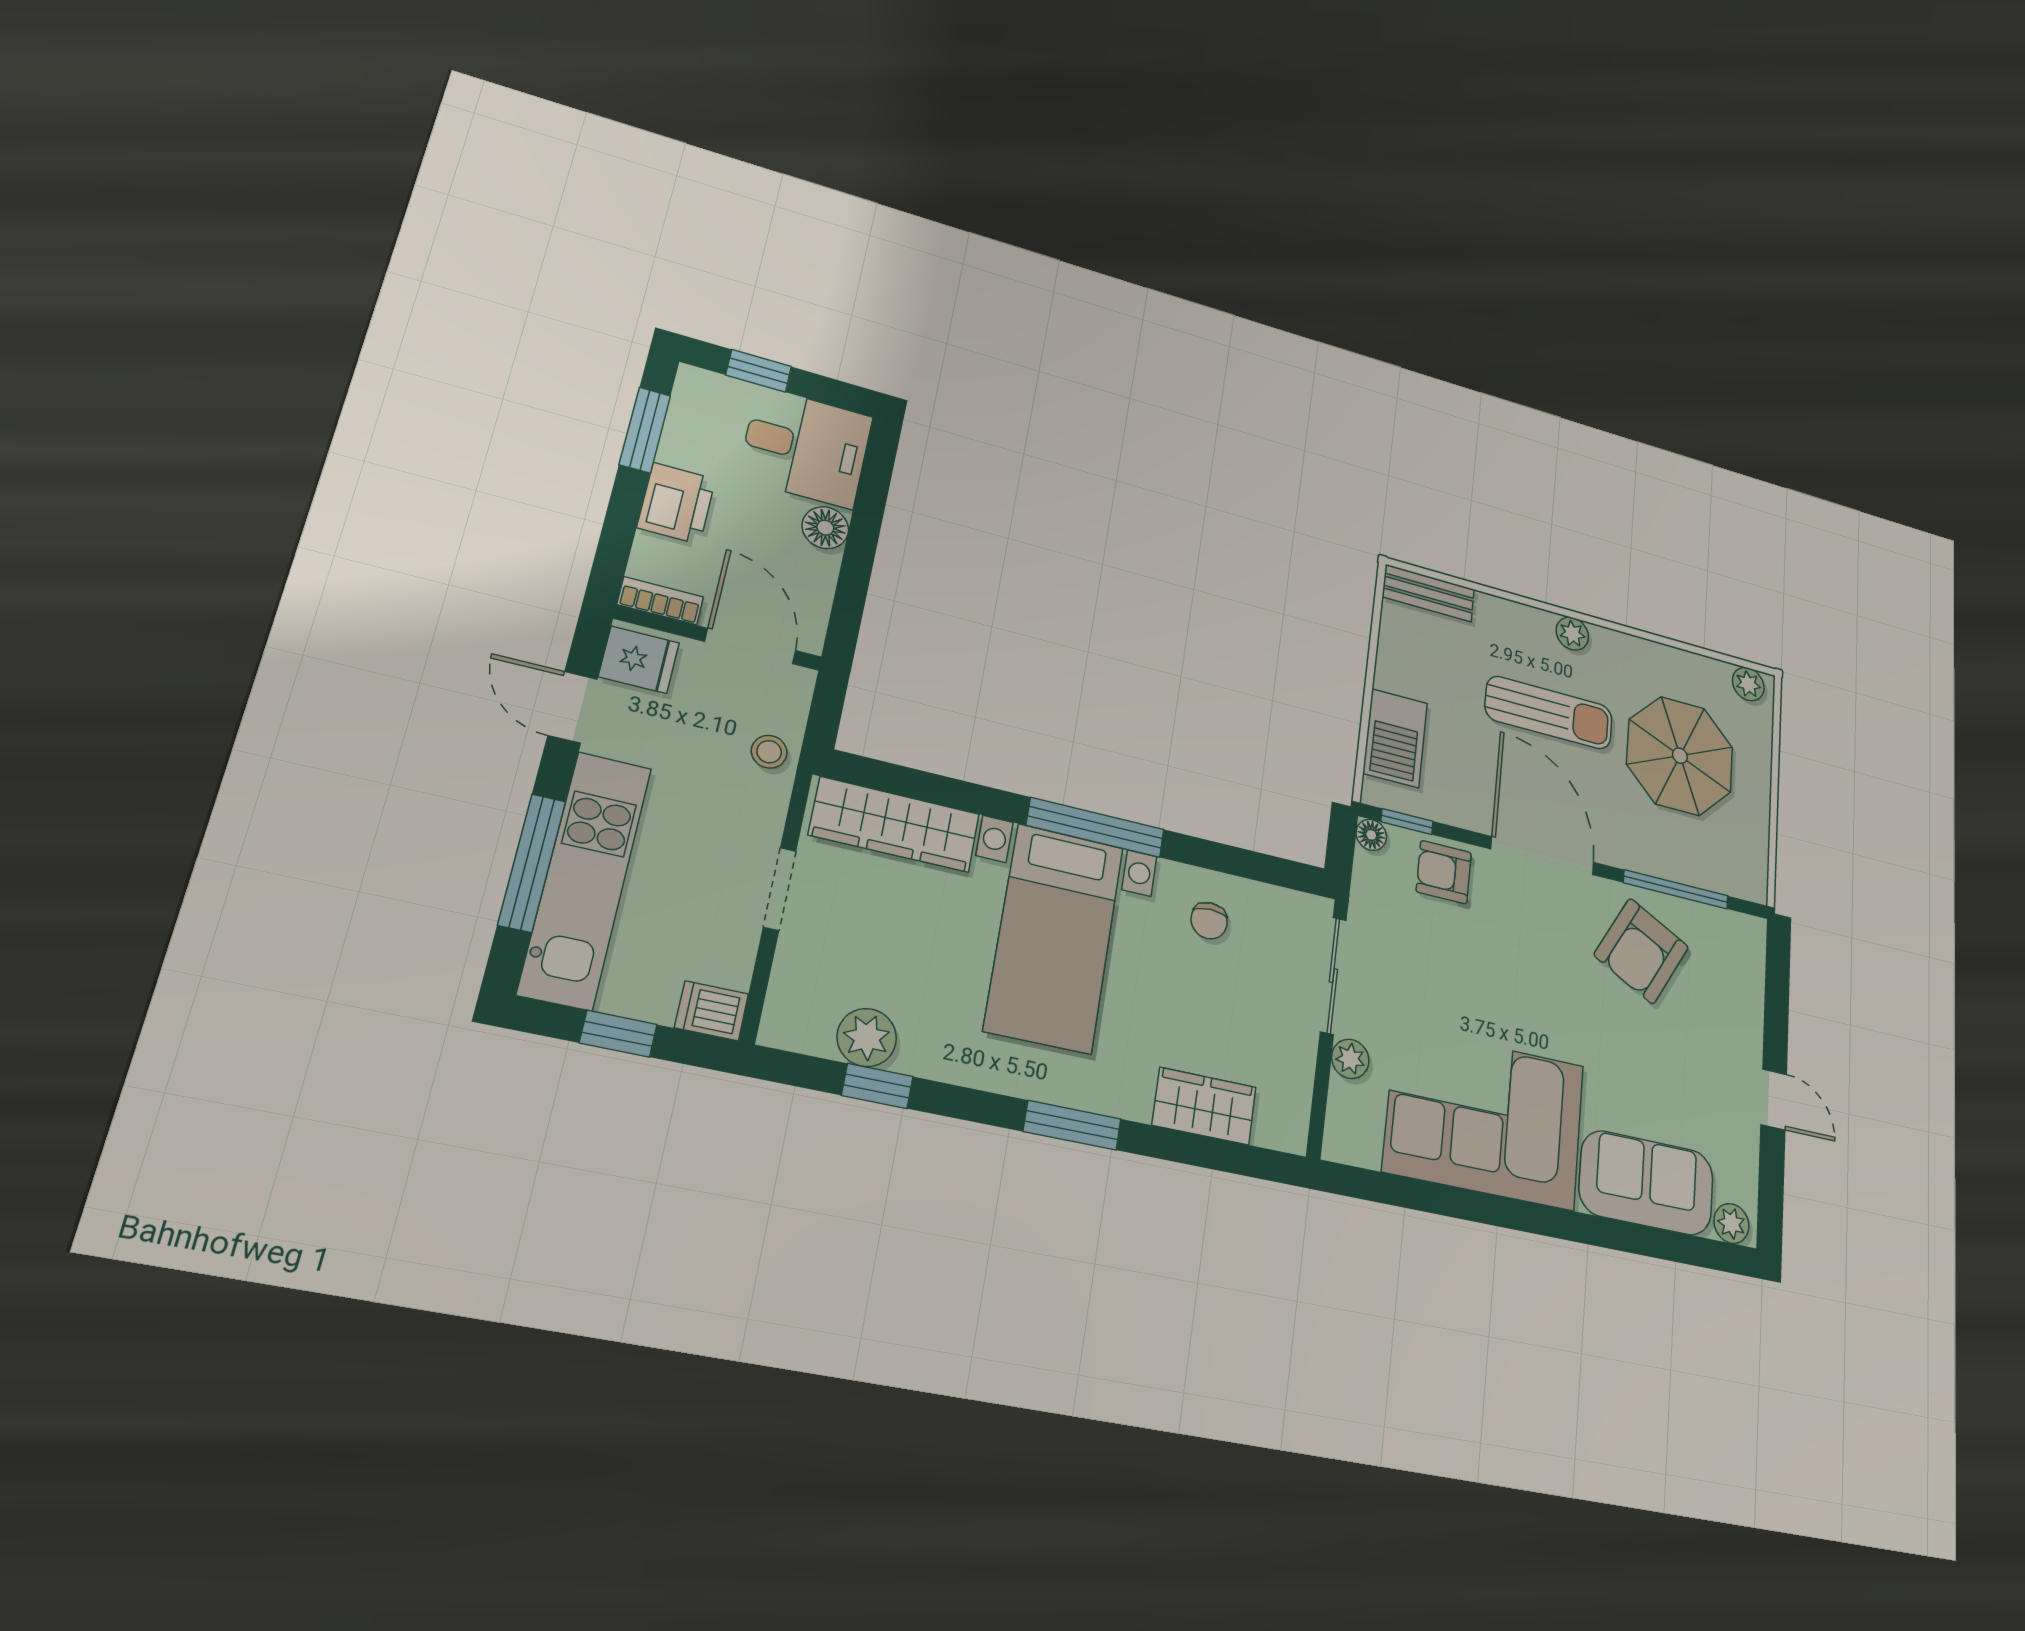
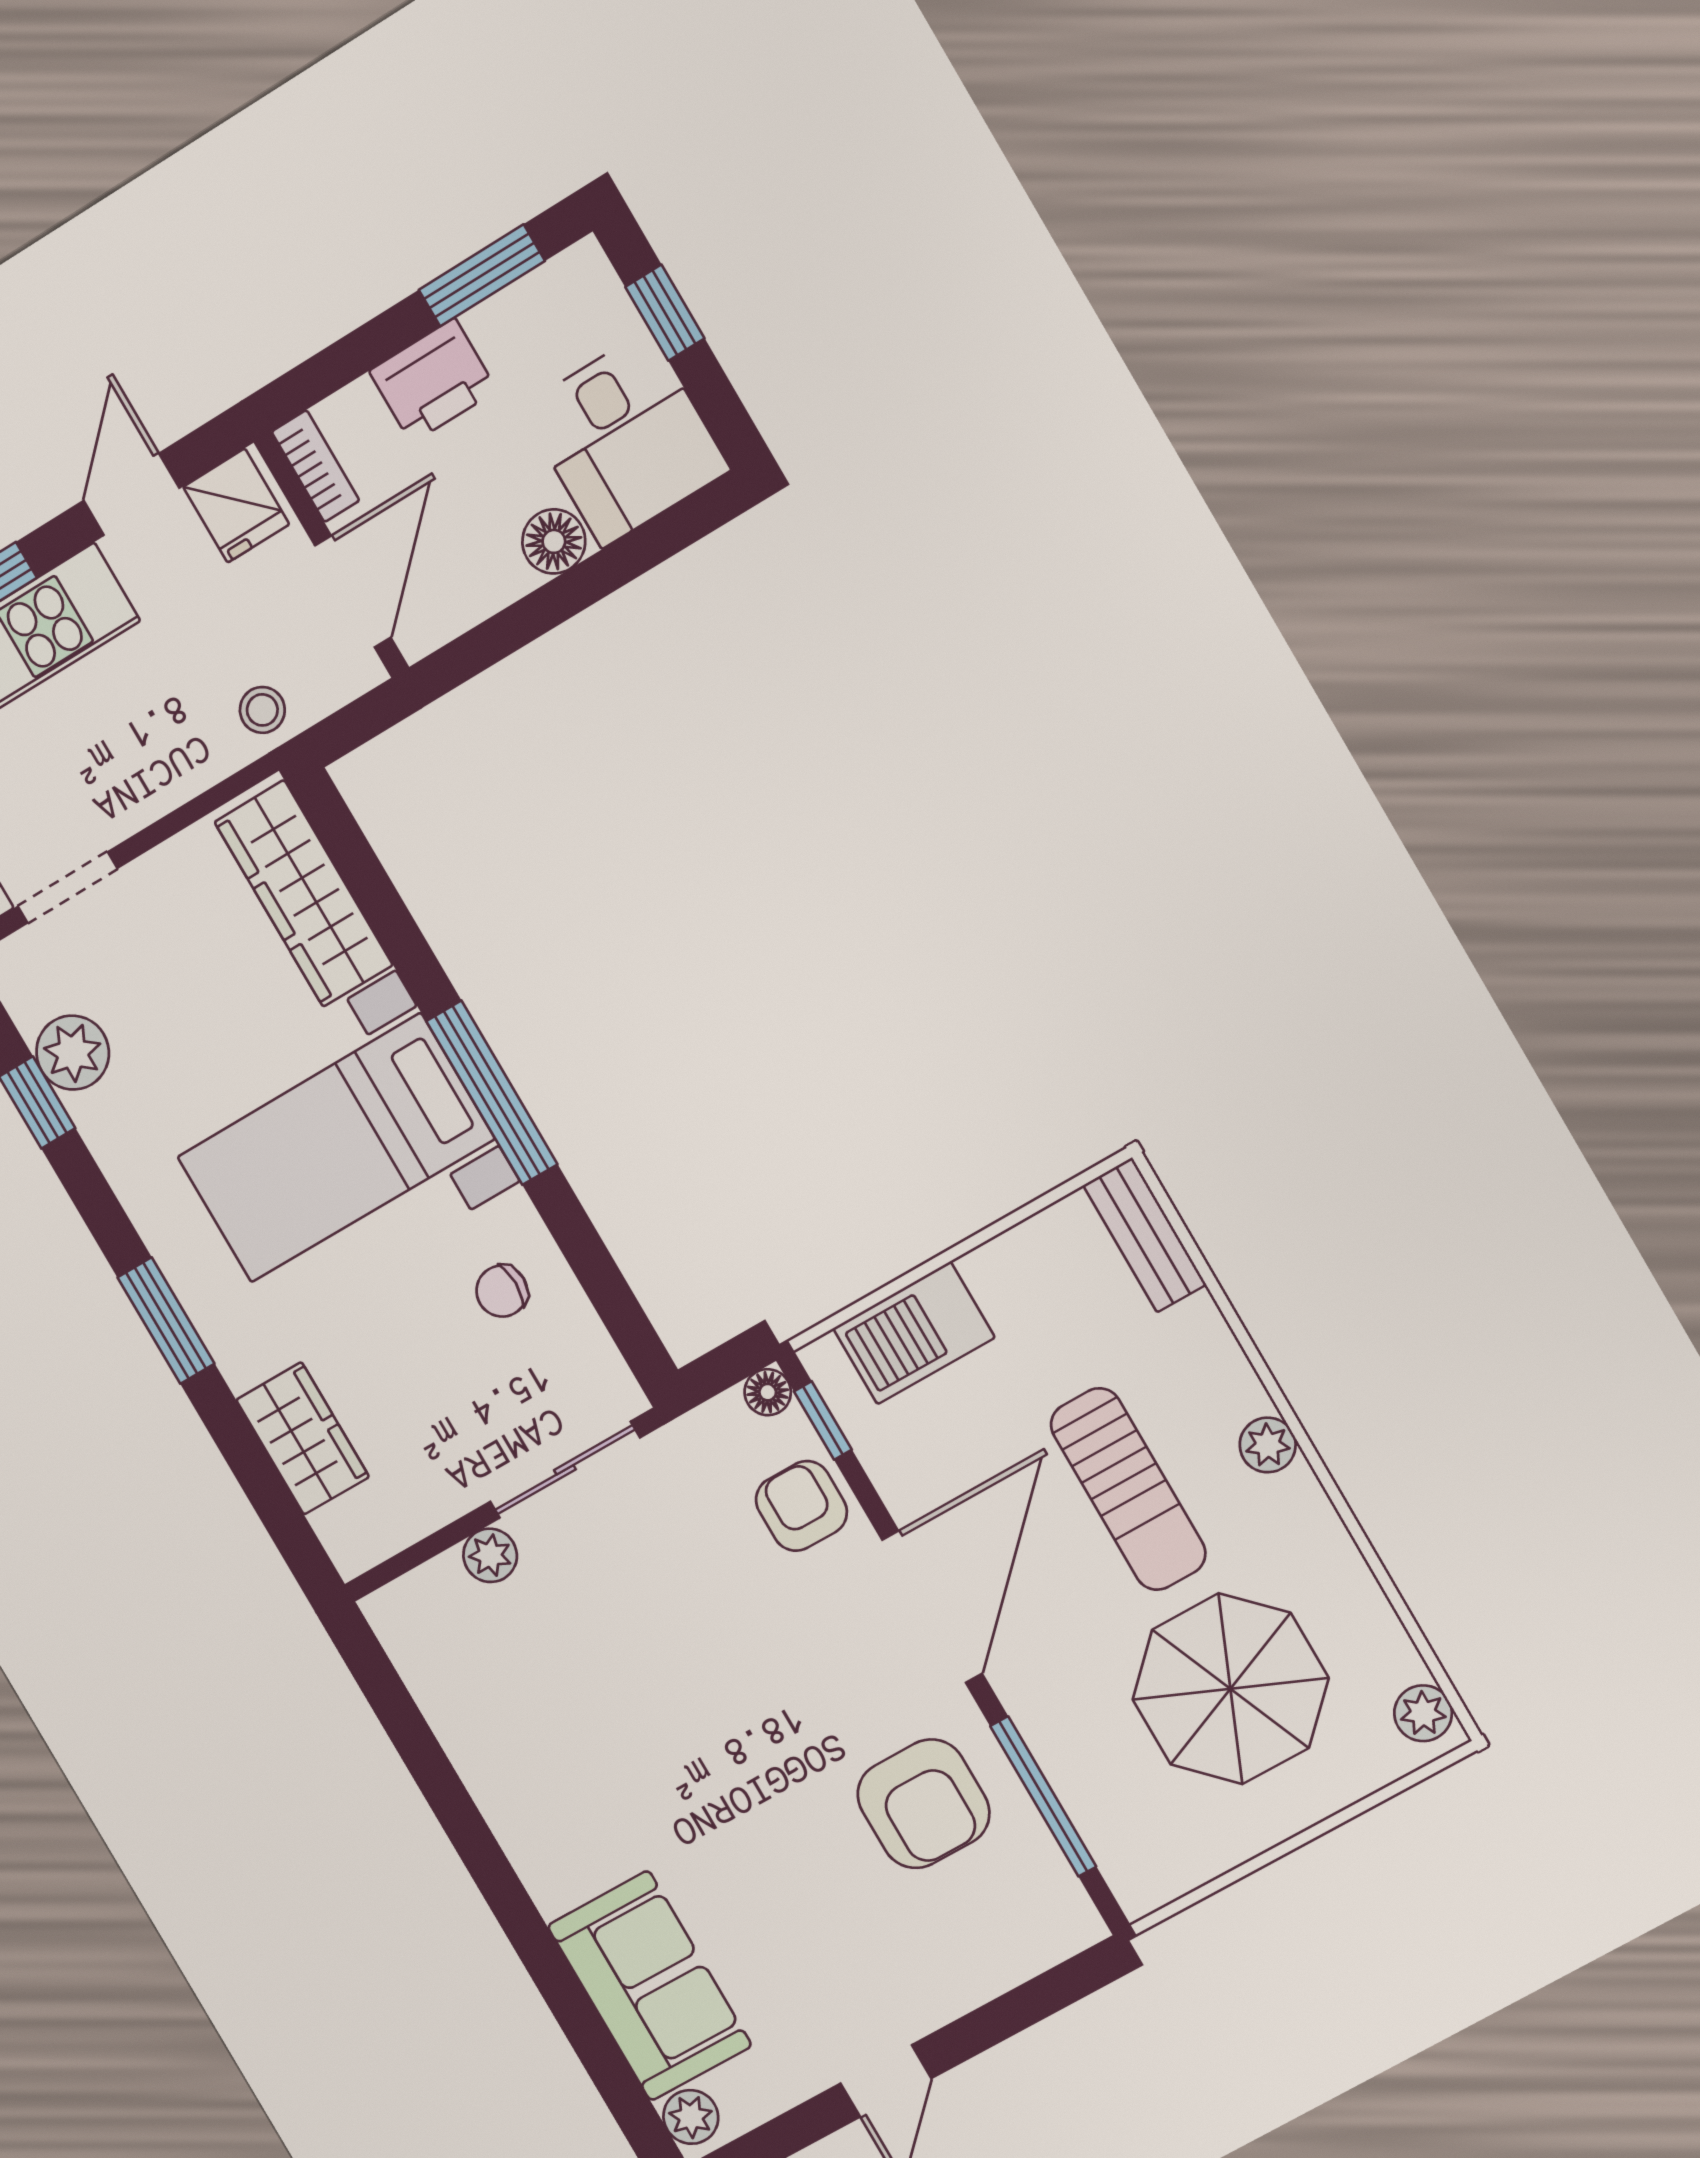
doorway: (780, 889) -> (68, 887), moved
armchair: (1641, 951) -> (923, 1804), turned -118
corner sofa: (1485, 1118) -> (559, 1750), removed

